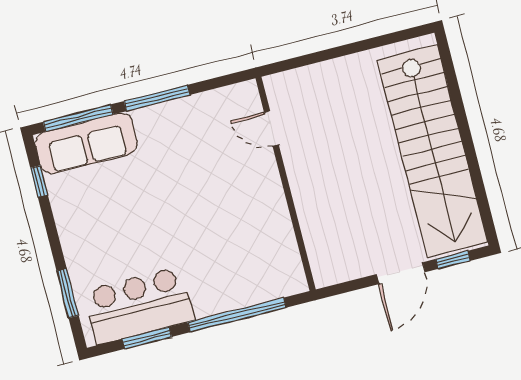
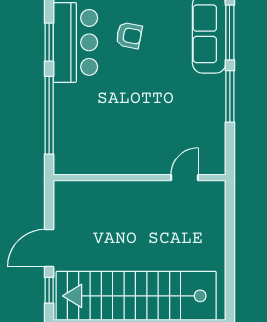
armchair: (113, 242) -> (129, 35), added
door: (401, 273) -> (49, 248), hinge flipped

